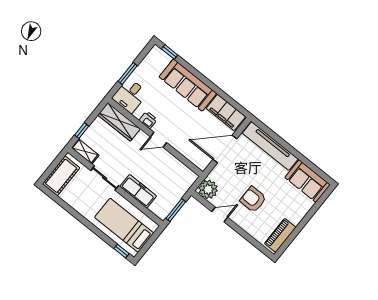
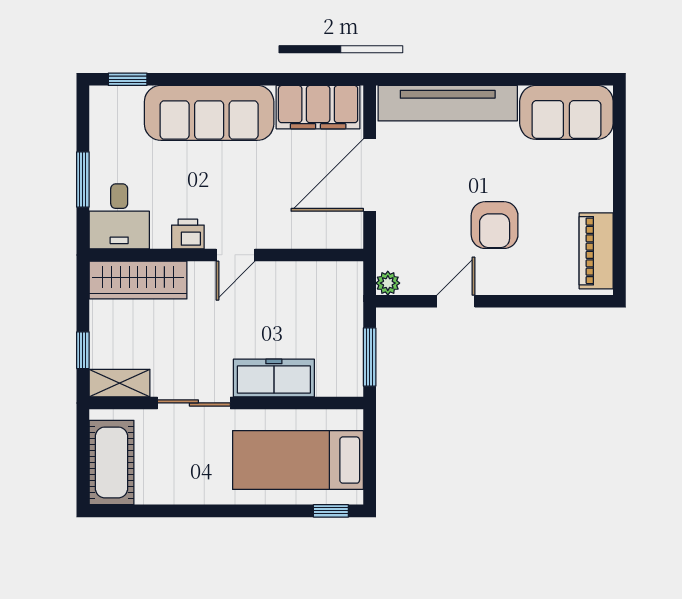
plant: (208, 189) -> (388, 283), width x0.53, depth x0.53
armchair: (253, 199) -> (495, 225), turned -90

